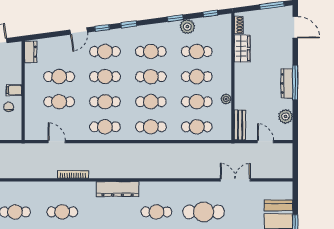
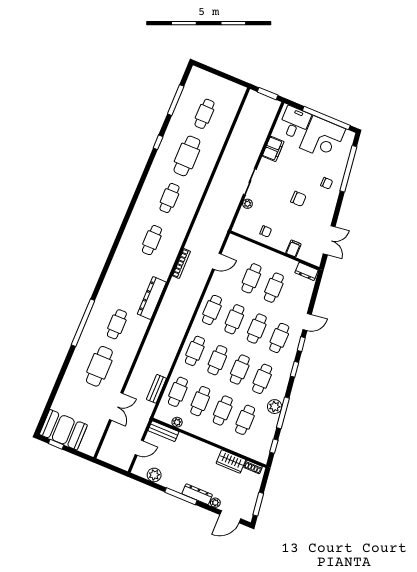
window: (175, 18) -> (283, 413), width x2.17
plant: (187, 27) -> (275, 407), moved
door: (79, 31) -> (307, 322), swing flipped
plant: (288, 47) -> (215, 503), added
dresser: (287, 83) -> (197, 494), moved
filing cabinet: (14, 90) -> (293, 249), moved
plant: (226, 99) -> (177, 422), moved
bench: (202, 149) -> (156, 389), added

